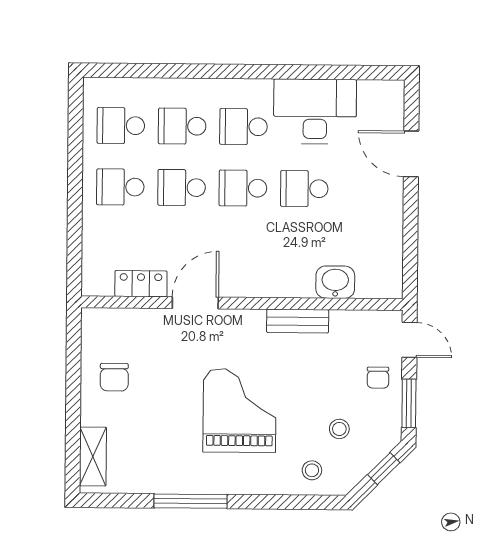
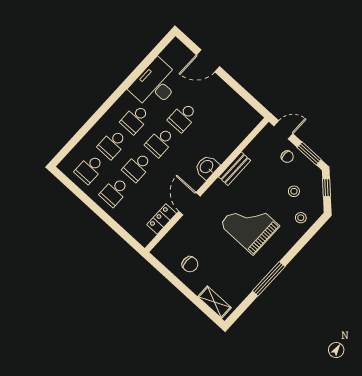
washbasin: (335, 282) -> (207, 167), moved

